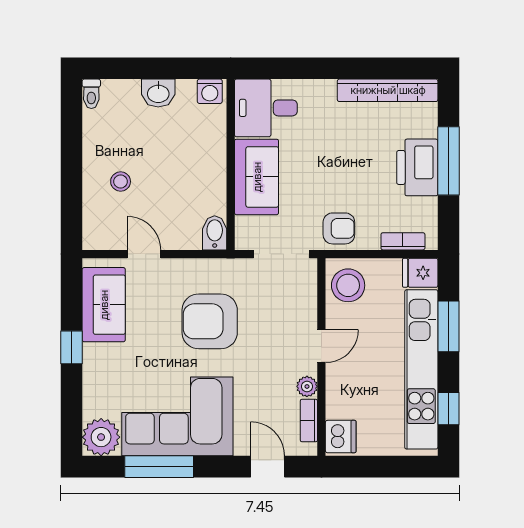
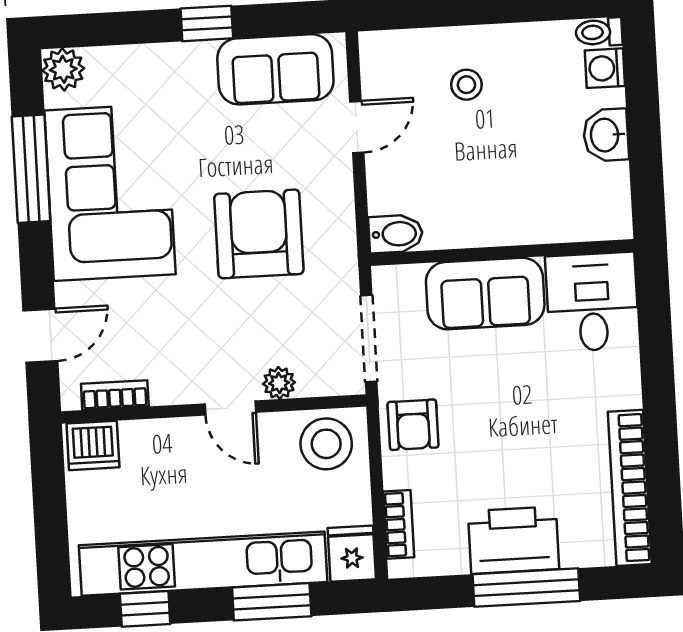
washing machine: (210, 91) -> (605, 68), moved
plant: (307, 386) -> (279, 383), moved
plant: (101, 437) -> (63, 69), width x0.73, depth x0.73

